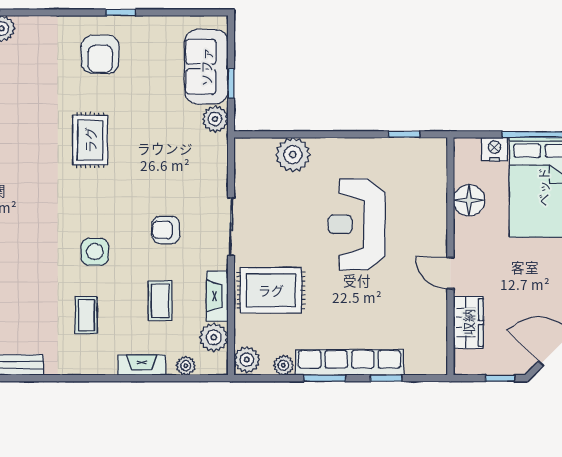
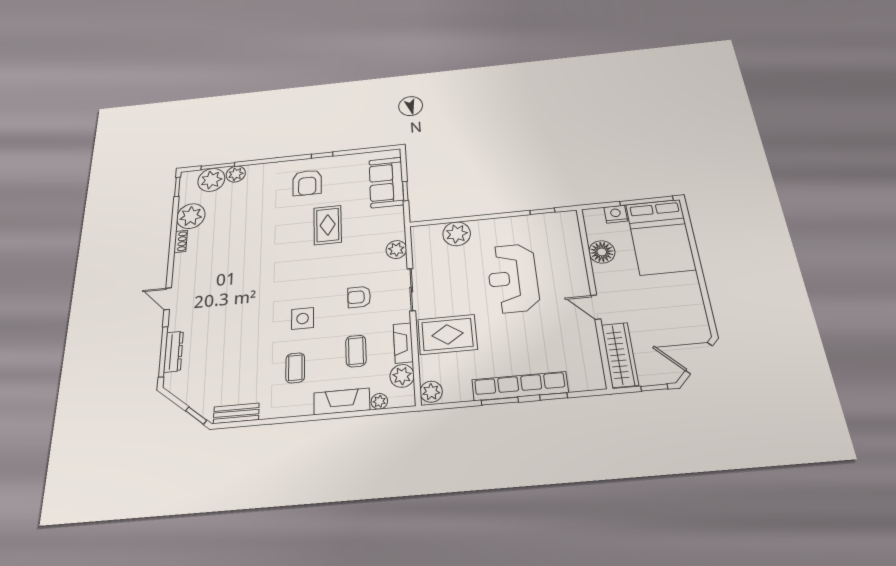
plant: (215, 119) -> (396, 249), moved
rug: (90, 140) -> (328, 225), moved
wardrobe: (468, 322) -> (620, 355), width x1.50
fireplace: (142, 365) -> (342, 401), width x1.37, depth x1.32
plant: (283, 365) -> (463, 394), removed

